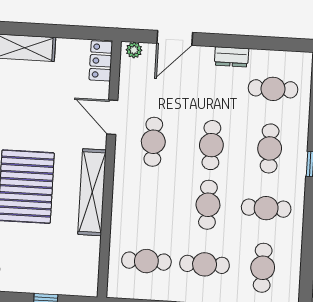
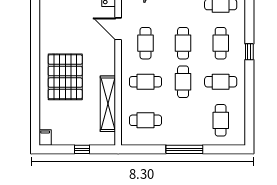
shelving: (92, 192) -> (108, 104), moved
cafe table: (205, 264) -> (145, 82), moved

